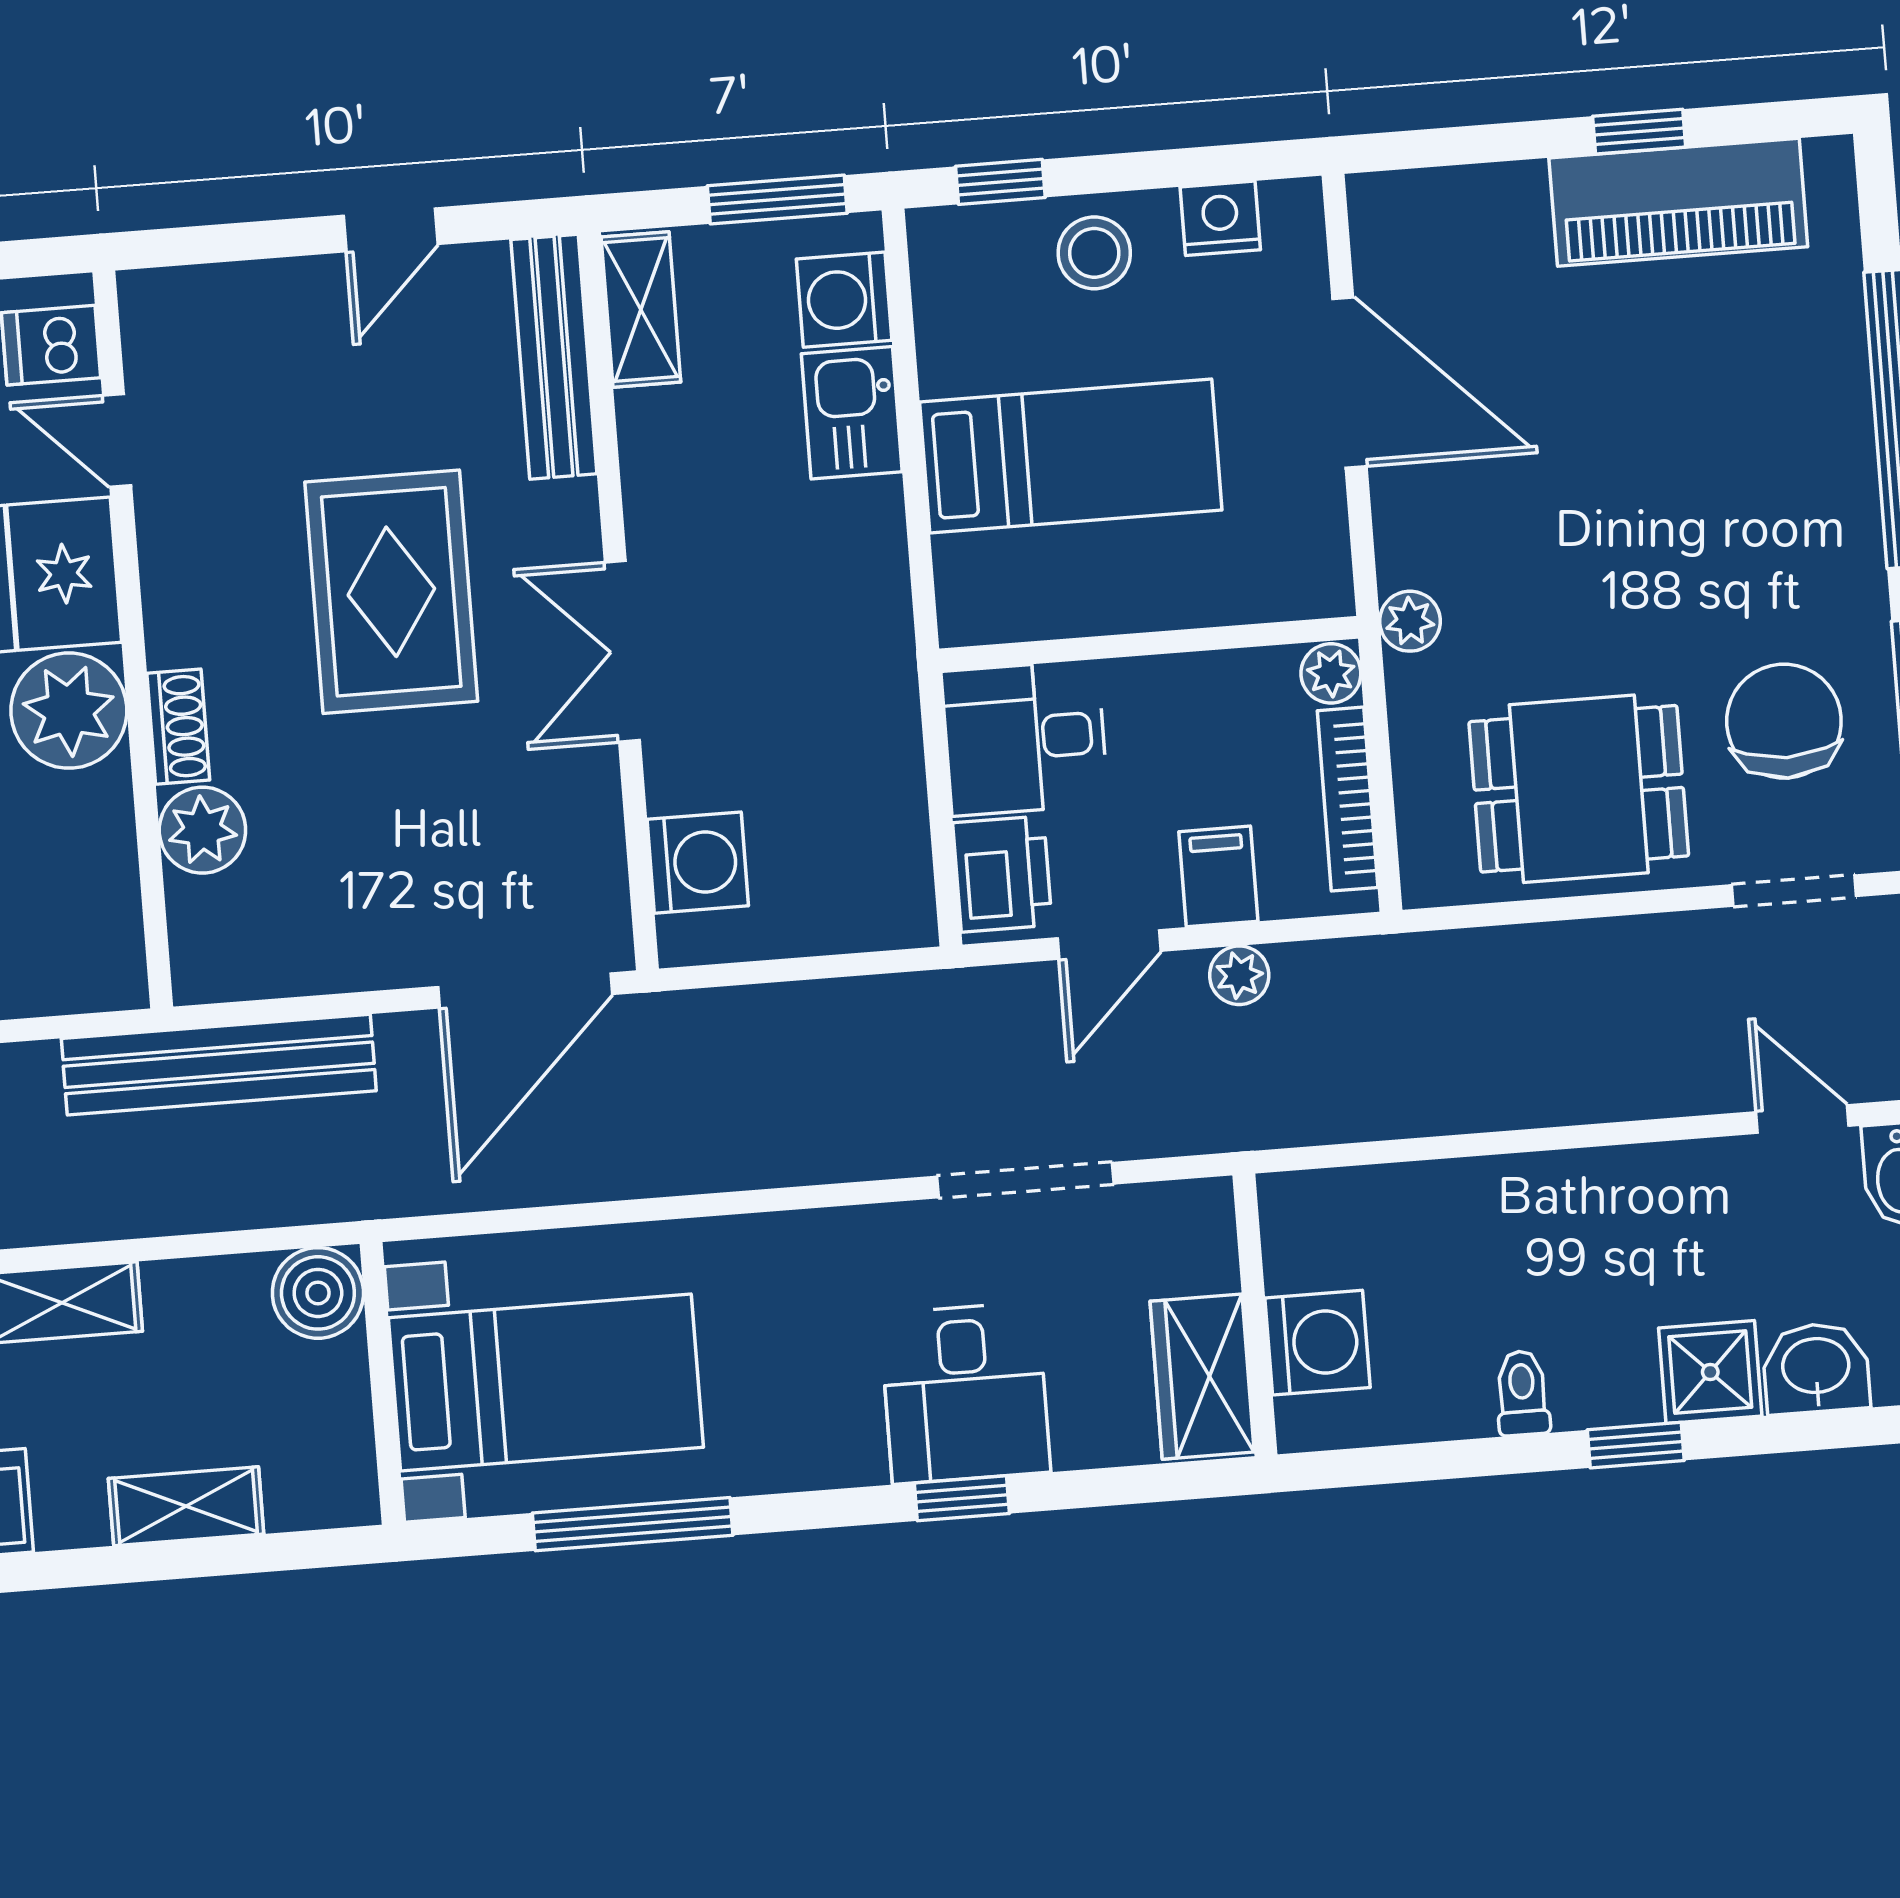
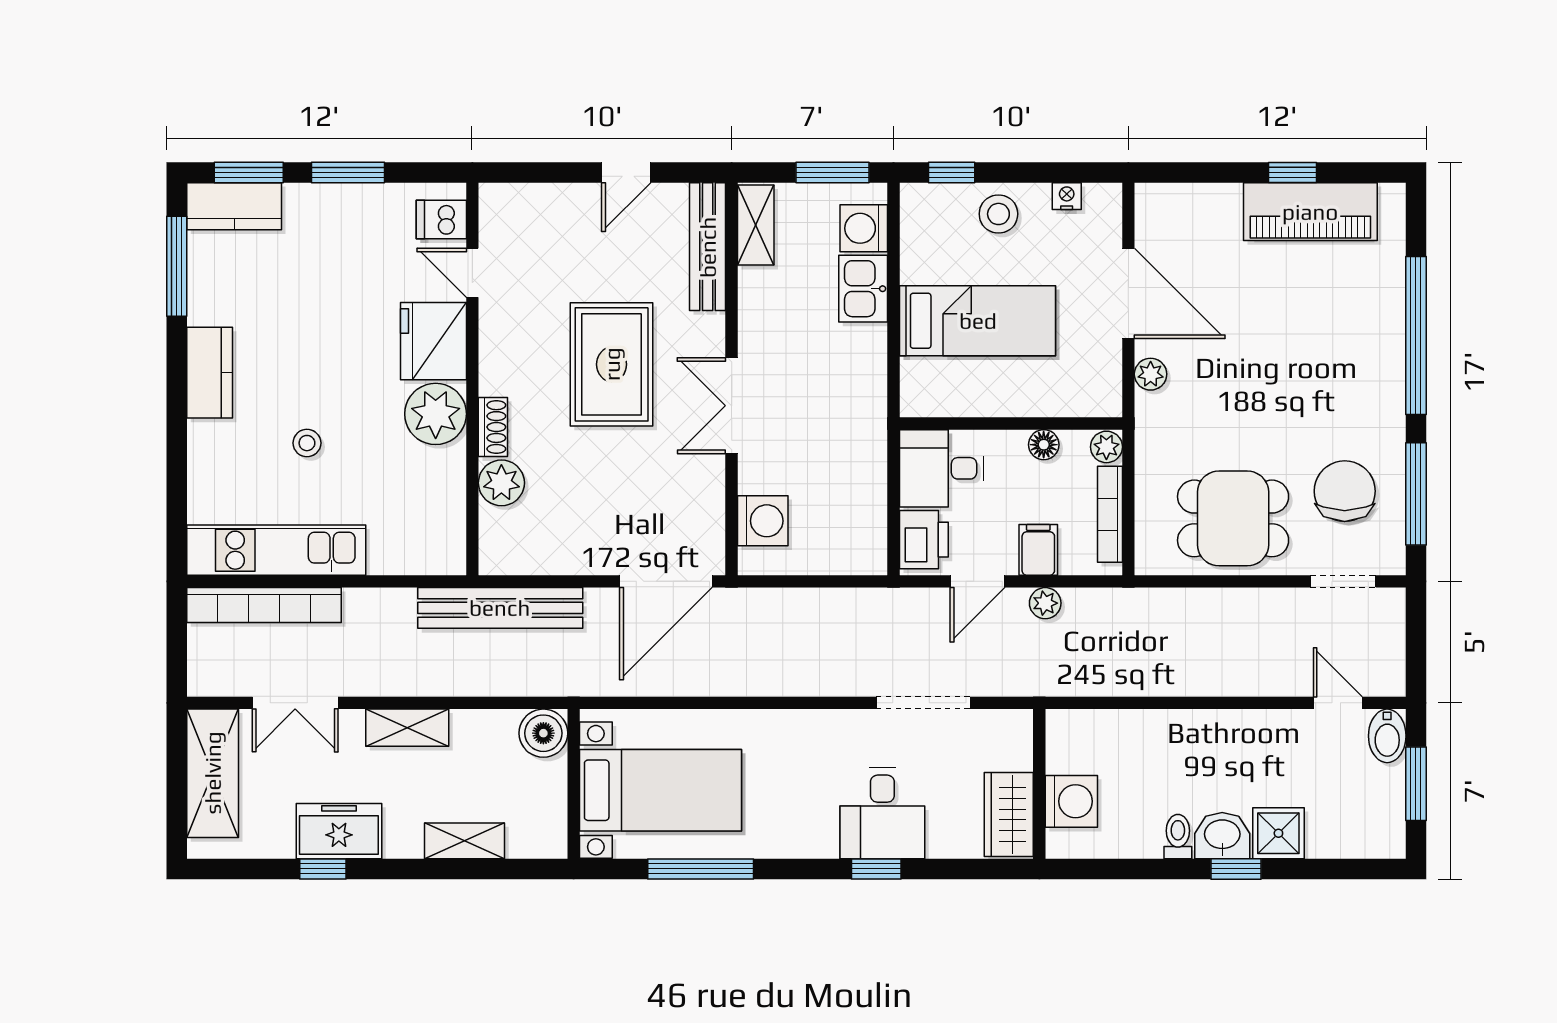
nightstand: (1220, 218) -> (1067, 196), width x0.72, depth x0.74
plant: (1410, 621) -> (1151, 374), moved
floor lamp: (1213, 678) -> (1044, 445), added
washbasin: (1816, 1368) -> (1222, 836), moved

